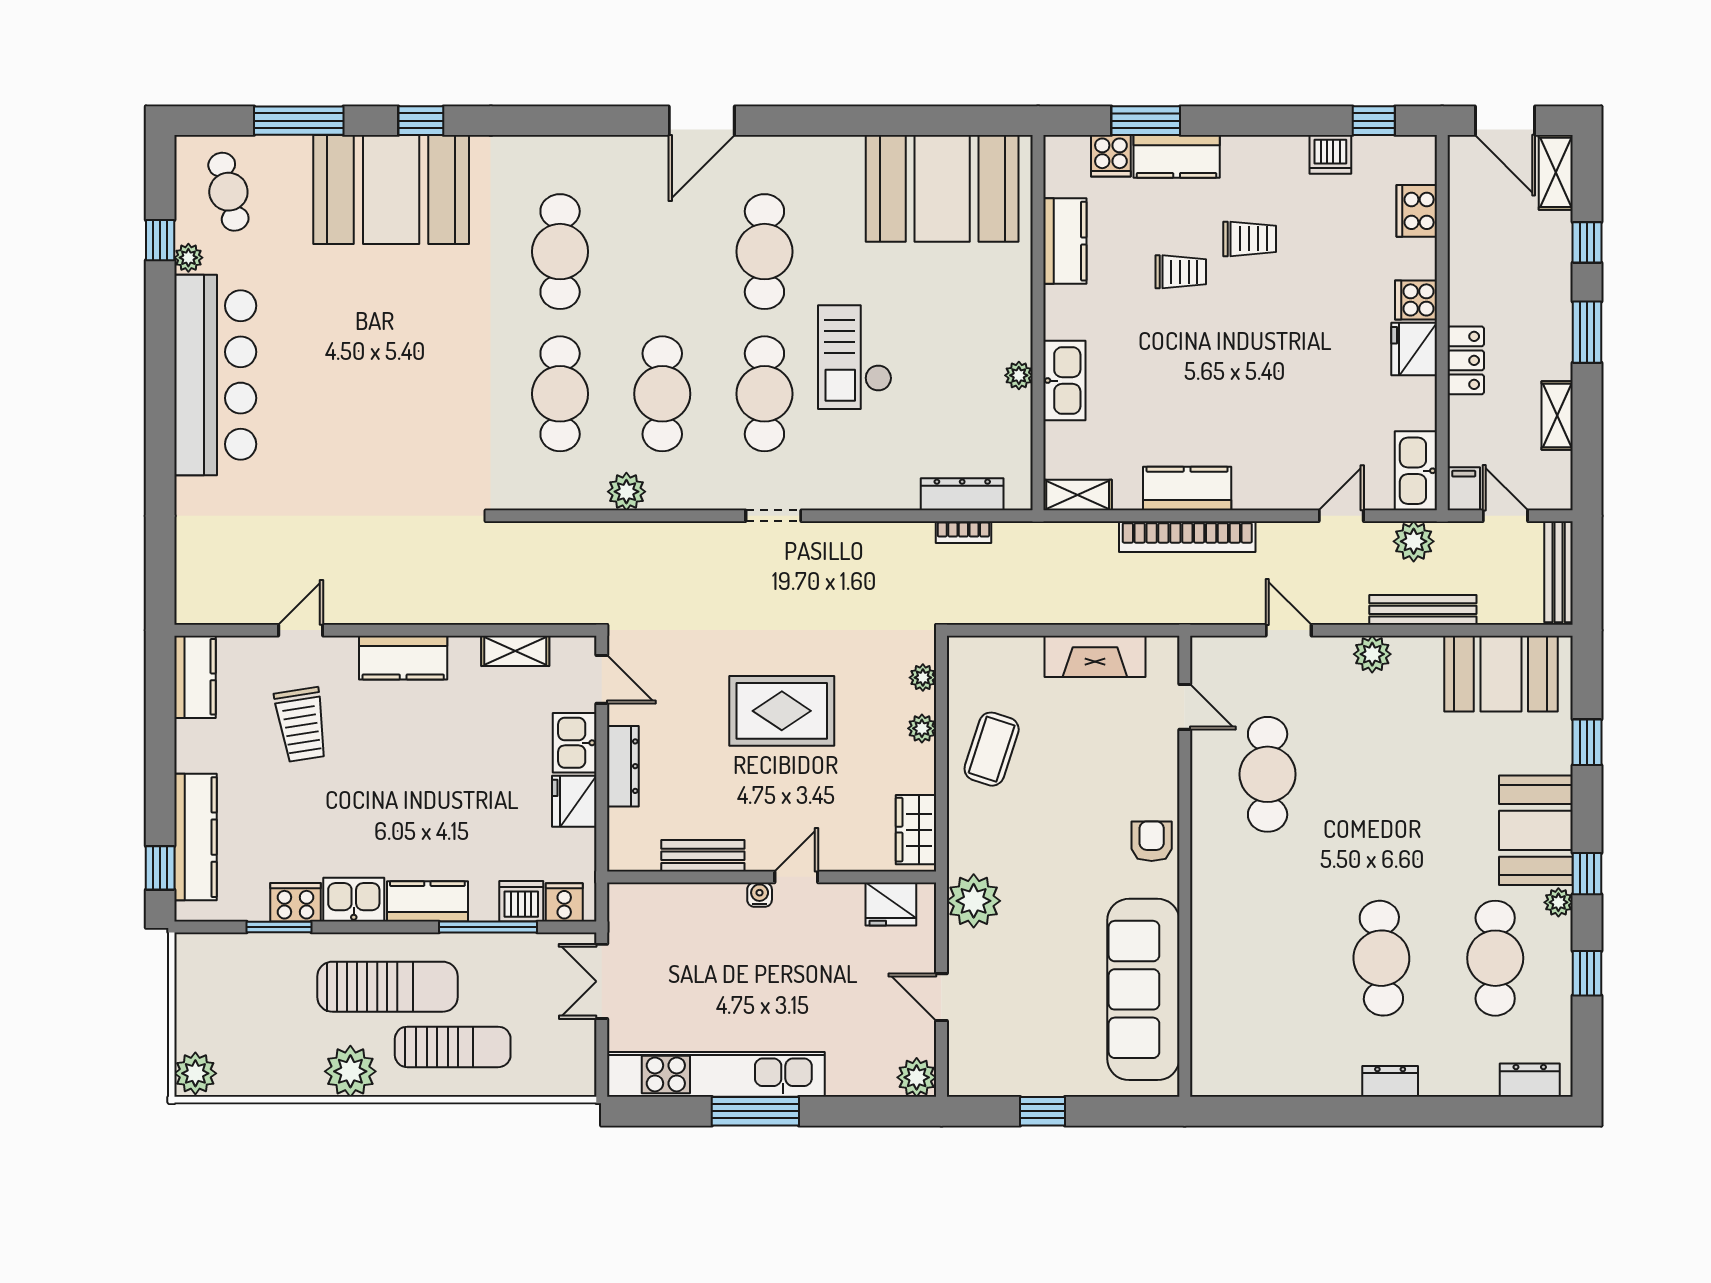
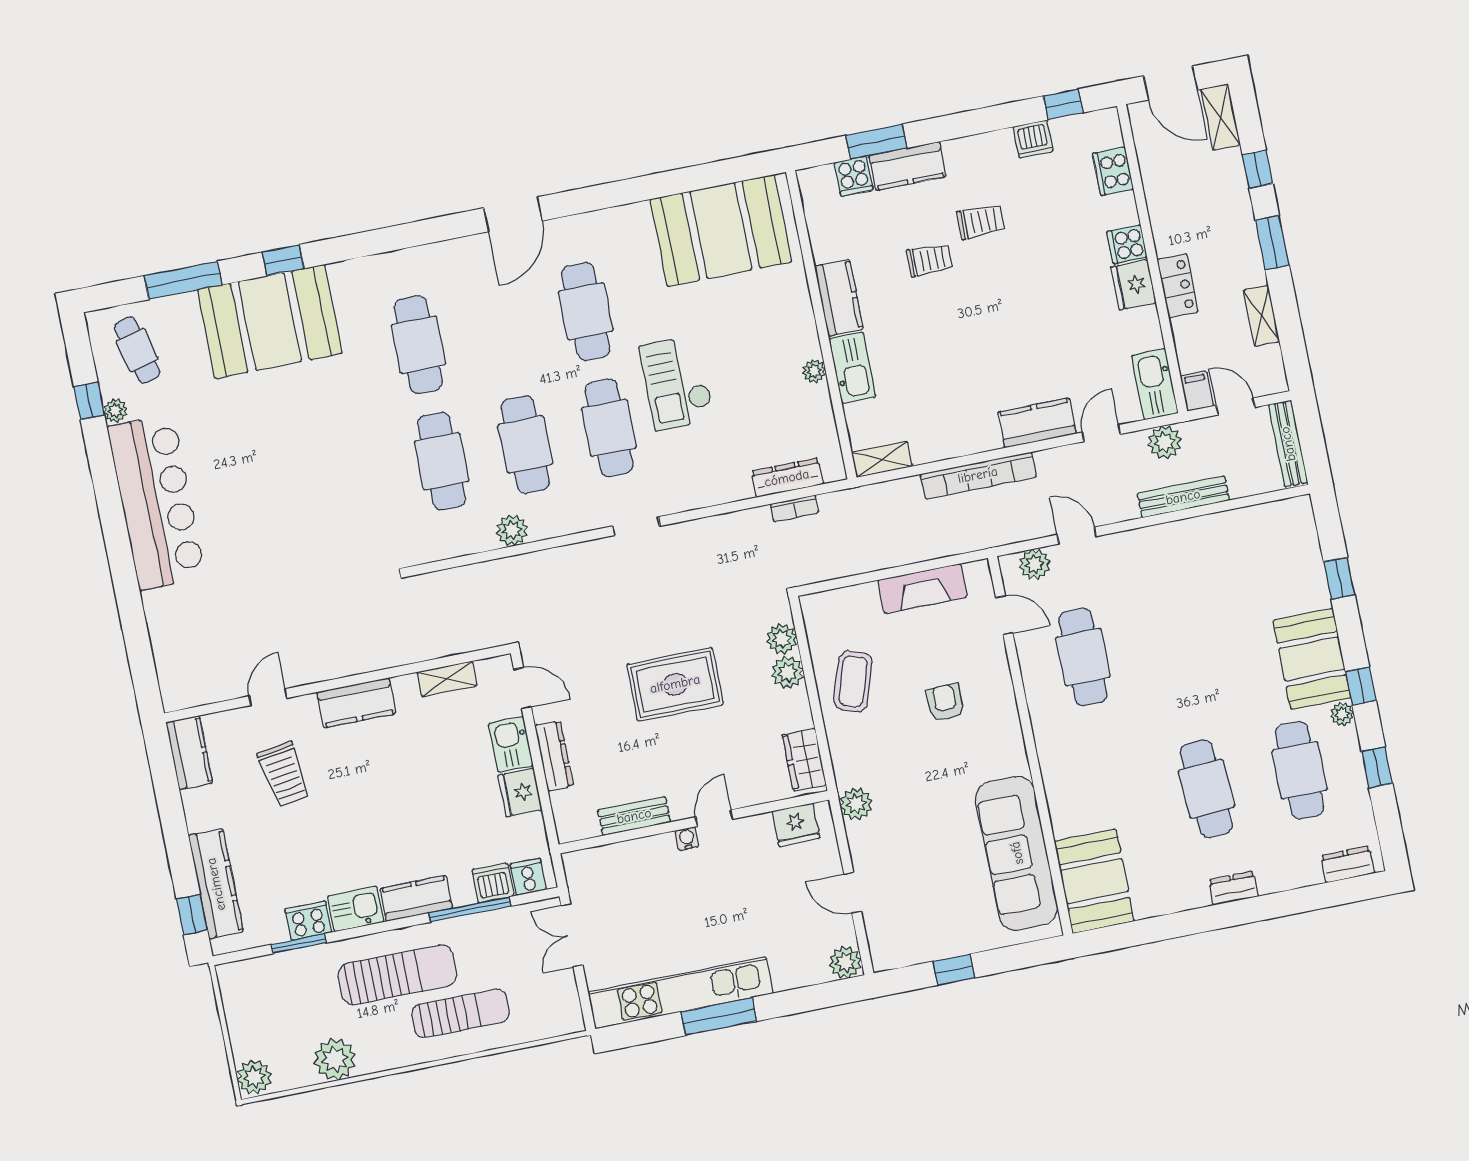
kitchen counter: (1065, 241) -> (839, 298), moved
kitchen counter: (1187, 488) -> (1037, 423), moved
plant: (1372, 654) -> (1035, 564), moved
booth: (1501, 674) -> (1094, 881), moved, turned 90
plant: (923, 678) -> (782, 639), width x1.38, depth x1.38
plant: (922, 728) -> (787, 672), width x1.38, depth x1.38
armchair: (1152, 841) -> (945, 702), moved
plant: (974, 901) -> (856, 804), width x0.73, depth x0.73
plant: (350, 1071) -> (335, 1059), moved

